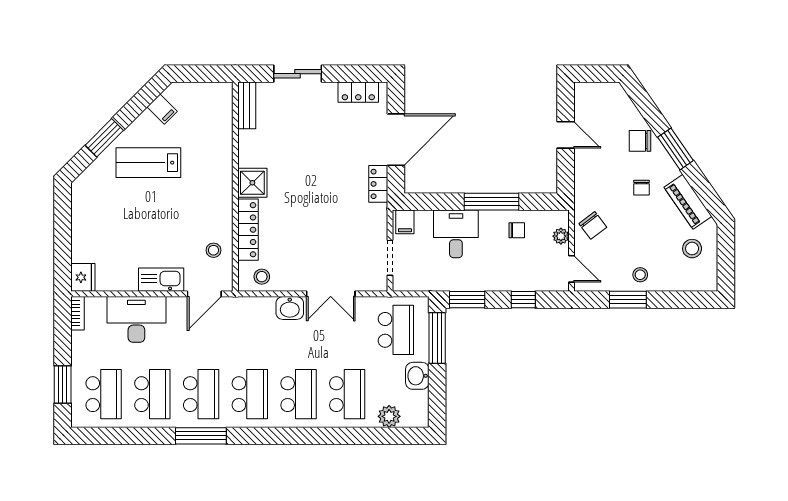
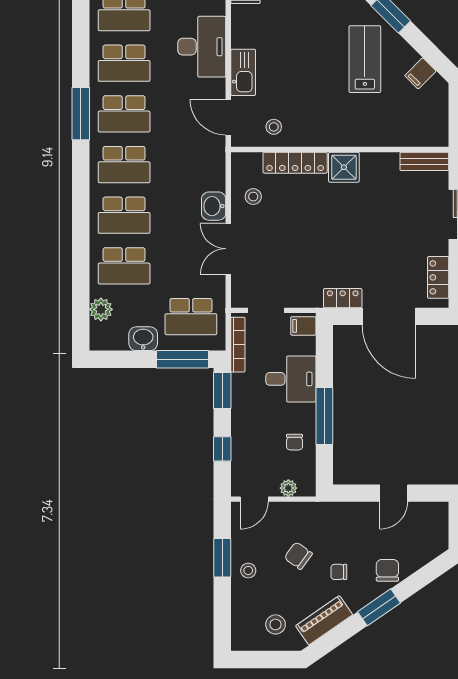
chair: (593, 225) -> (298, 556), moved, turned 73
stool: (262, 277) -> (253, 197), moved
bookcase: (423, 285) -> (238, 345), added

